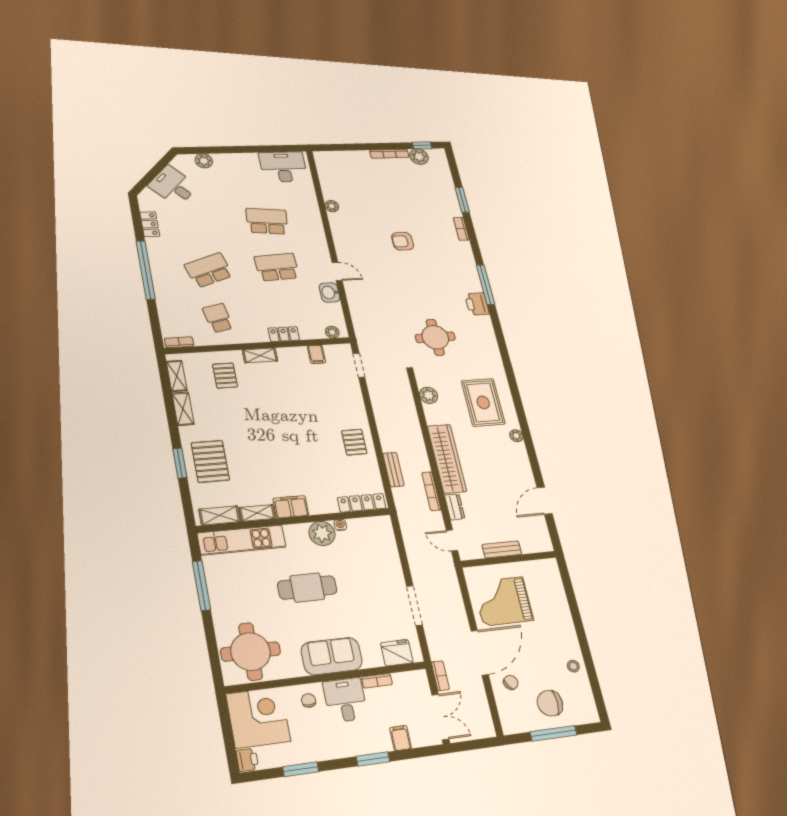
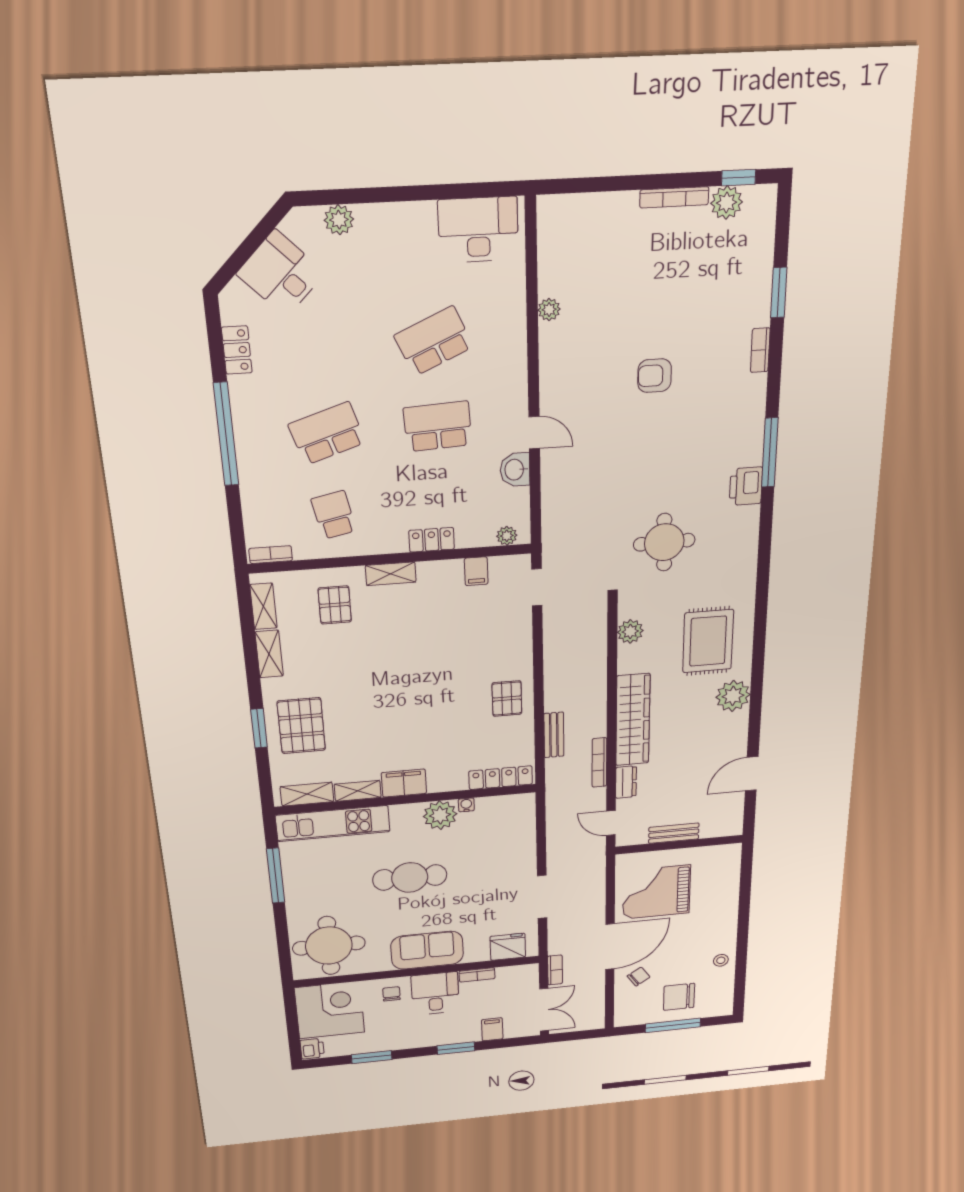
school desk: (267, 221) -> (434, 341), turned -30
plant: (516, 436) -> (733, 696), width x1.88, depth x1.88

